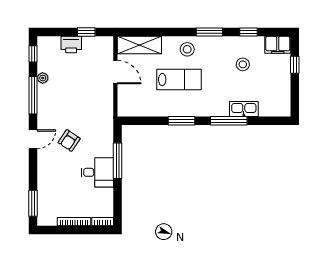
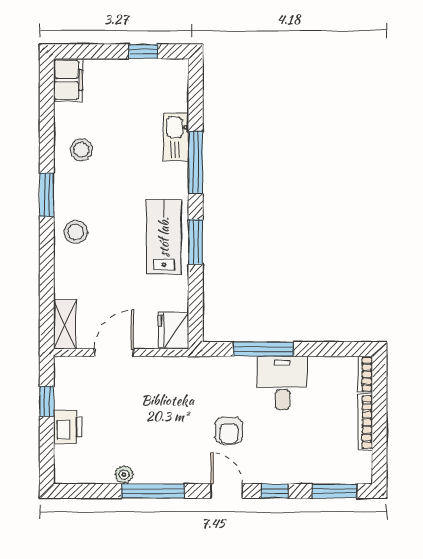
window: (248, 32) -> (47, 129), removed
shelving: (139, 45) -> (65, 324), width x0.67, depth x0.75
window: (33, 54) -> (274, 491), moved
stool: (243, 64) -> (81, 150), moved
window: (295, 65) -> (143, 51), moved
lab bench: (179, 80) -> (164, 237), moved
fridge: (129, 107) -> (173, 330), added
armchair: (69, 141) -> (229, 430), turned 56

